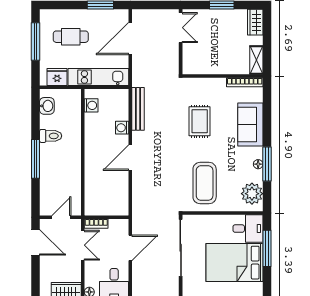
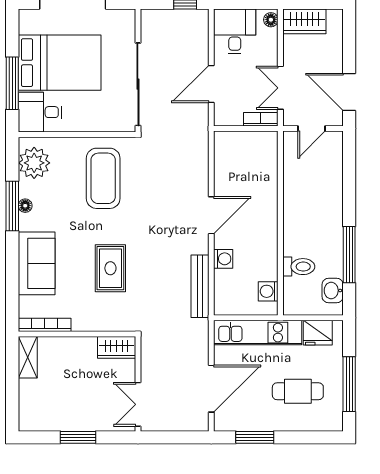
wardrobe: (255, 22) -> (117, 347), moved, turned 90
toilet: (51, 136) -> (299, 267), moved, turned 180
window: (35, 159) -> (349, 255), moved

